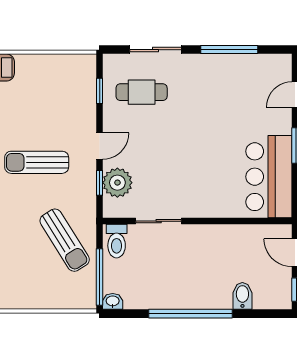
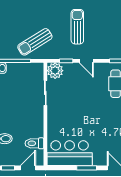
plant: (117, 183) -> (55, 71), moved
toilet: (117, 241) -> (34, 143), moved

